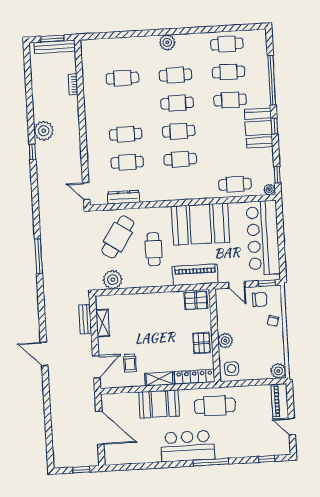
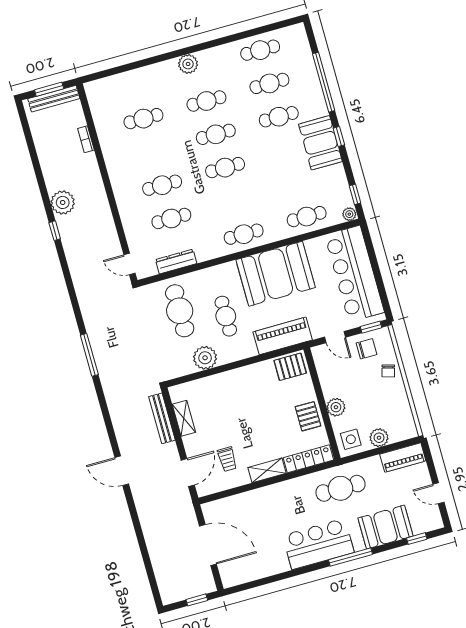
cafe table: (180, 159) -> (244, 234), moved
cafe table: (118, 237) -> (180, 311), turned -33
plant: (113, 280) -> (205, 358), moved
bench: (85, 319) -> (162, 418), width x1.36
plant: (278, 371) -> (379, 438), moved
piano: (280, 401) -> (403, 458), moved, turned -90
booth: (159, 404) -> (385, 527), moved

